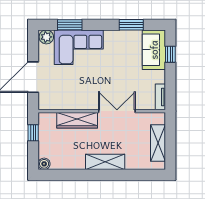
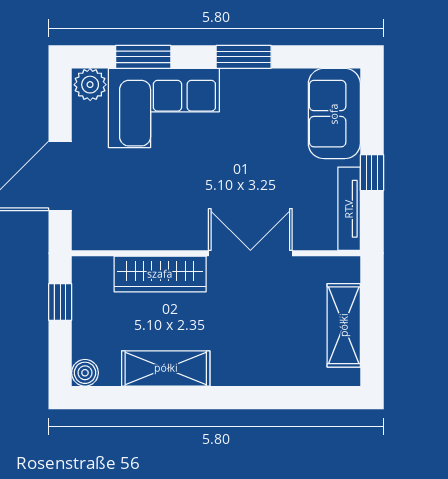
window: (131, 25) -> (244, 57), moved
window: (170, 54) -> (372, 173), moved
tv unit: (160, 97) -> (349, 209), width x1.41
shelving: (105, 162) -> (166, 368), moved

